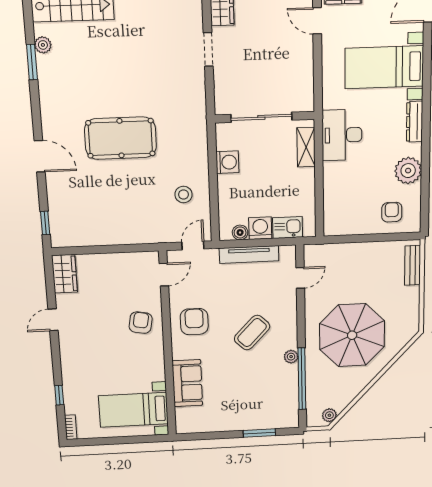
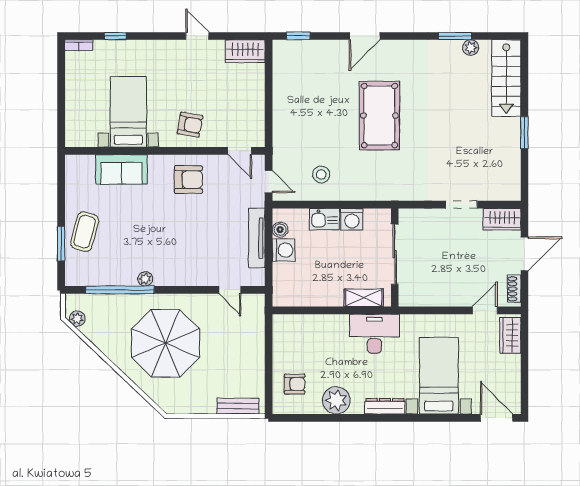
kitchen sink: (288, 227) -> (324, 219), moved, turned 90
coffee table: (252, 333) -> (85, 232), moved, turned 61
bed with nightstands: (133, 410) -> (128, 112), moved

